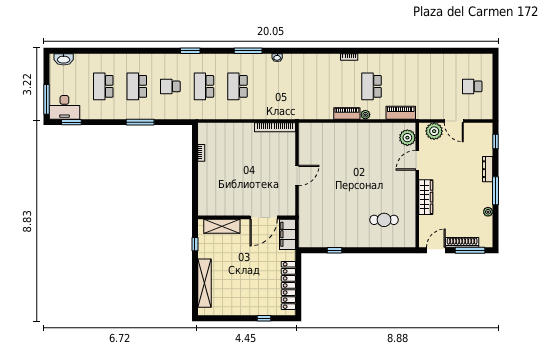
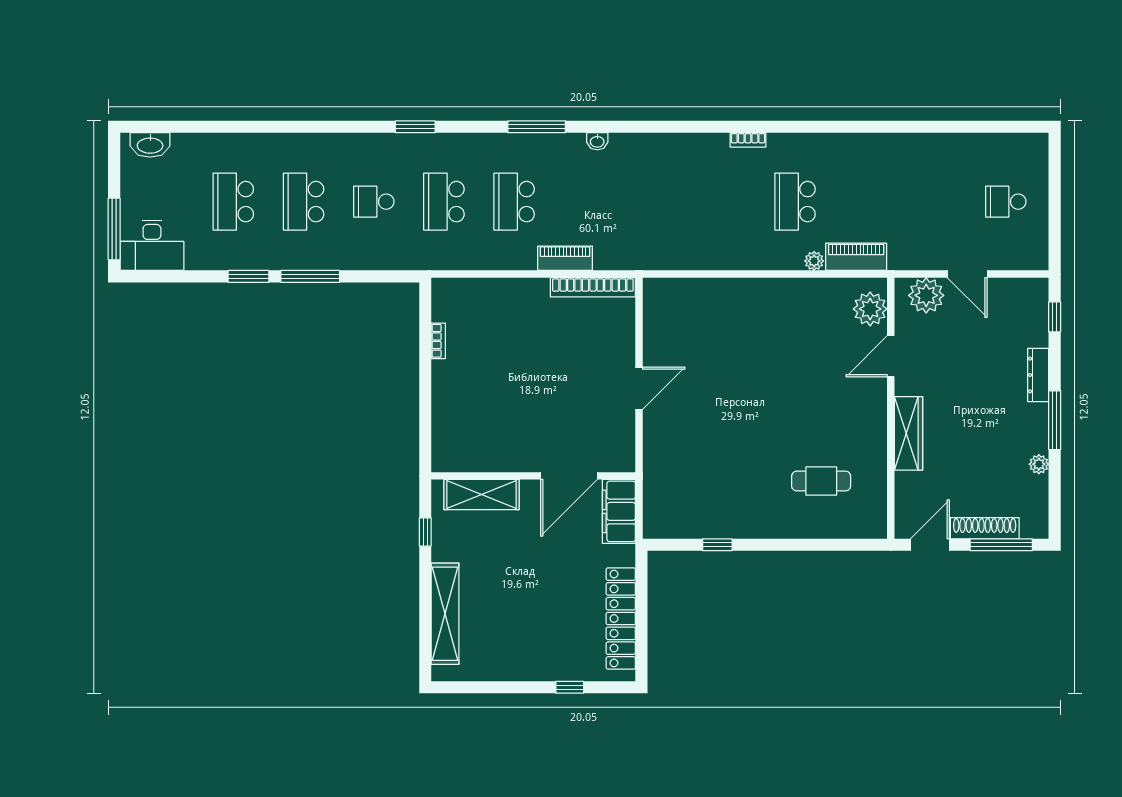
piano: (347, 113) -> (565, 258), moved
plant: (365, 115) -> (814, 261), moved
window: (71, 122) -> (249, 276), moved

